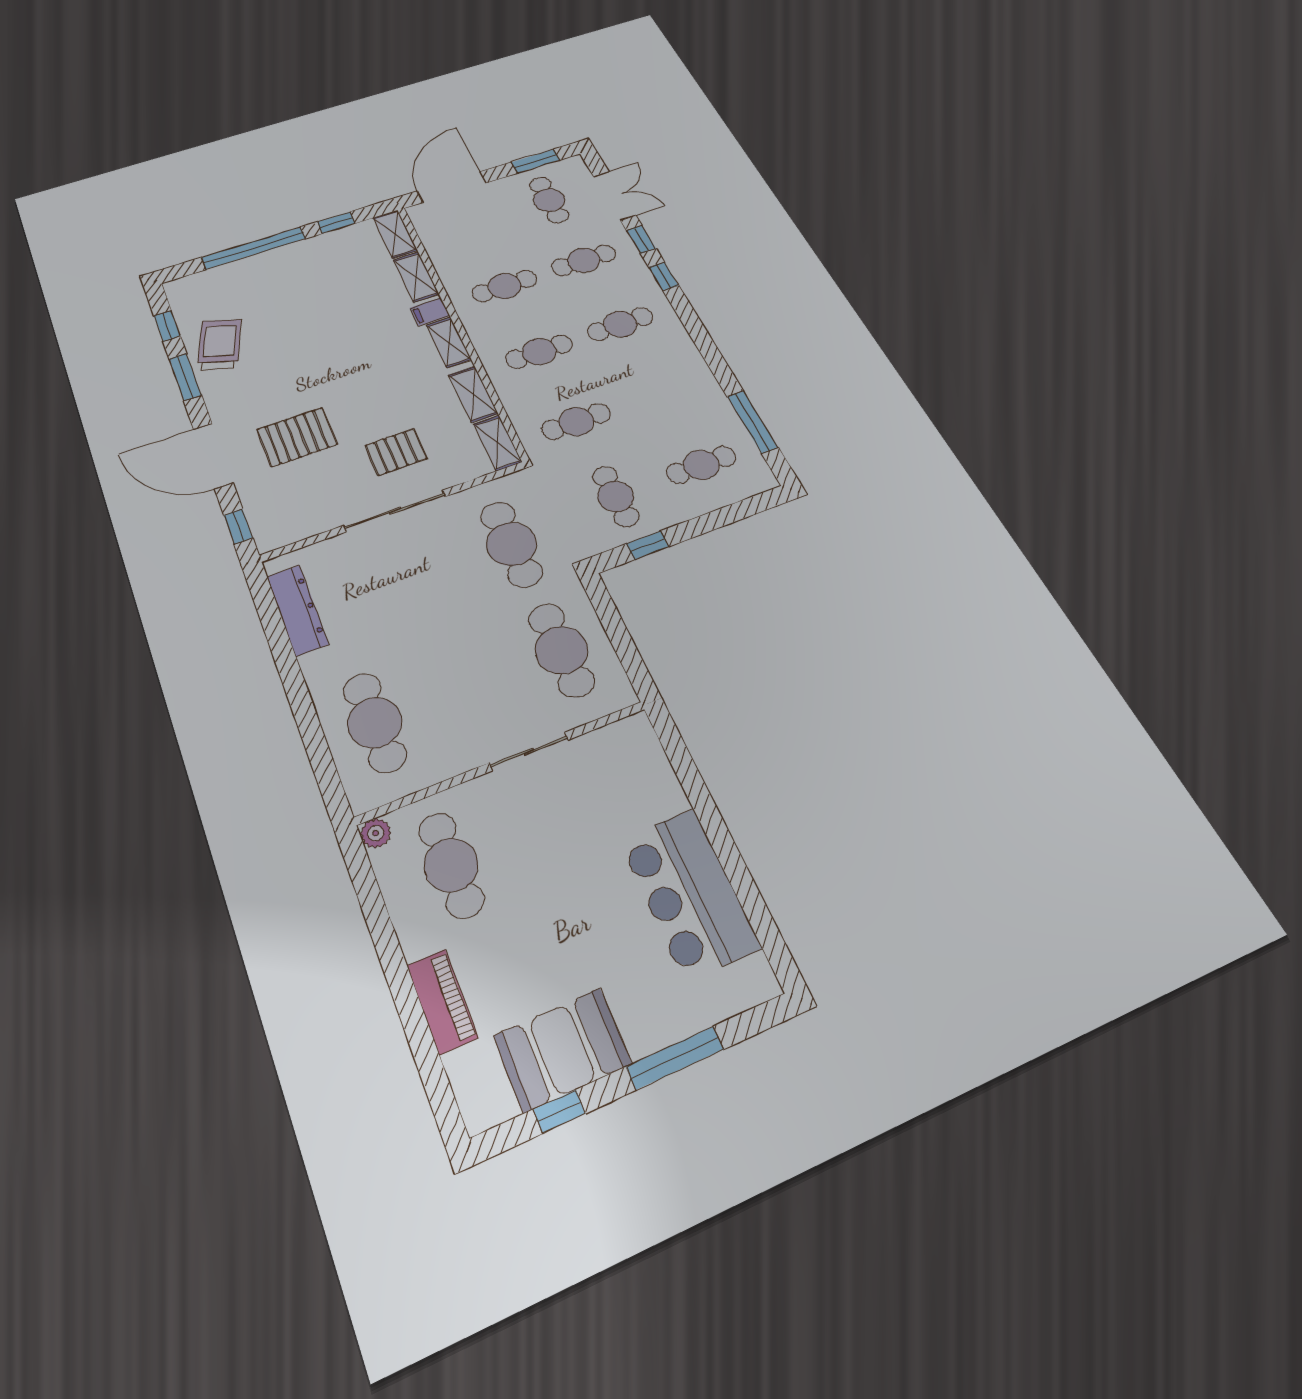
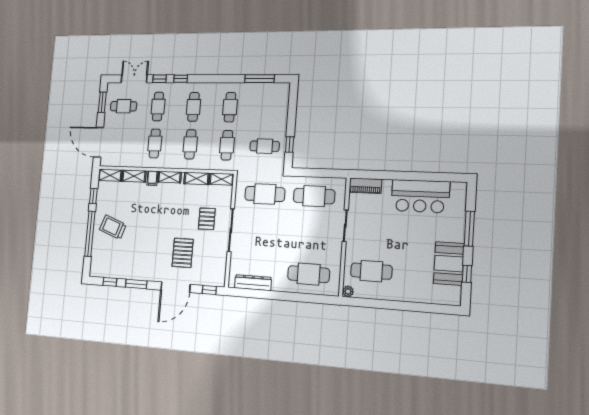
trolley: (220, 344) -> (113, 227), moved
cafe table: (701, 465) -> (230, 107), moved
piano: (442, 1001) -> (365, 186), moved, turned 180

